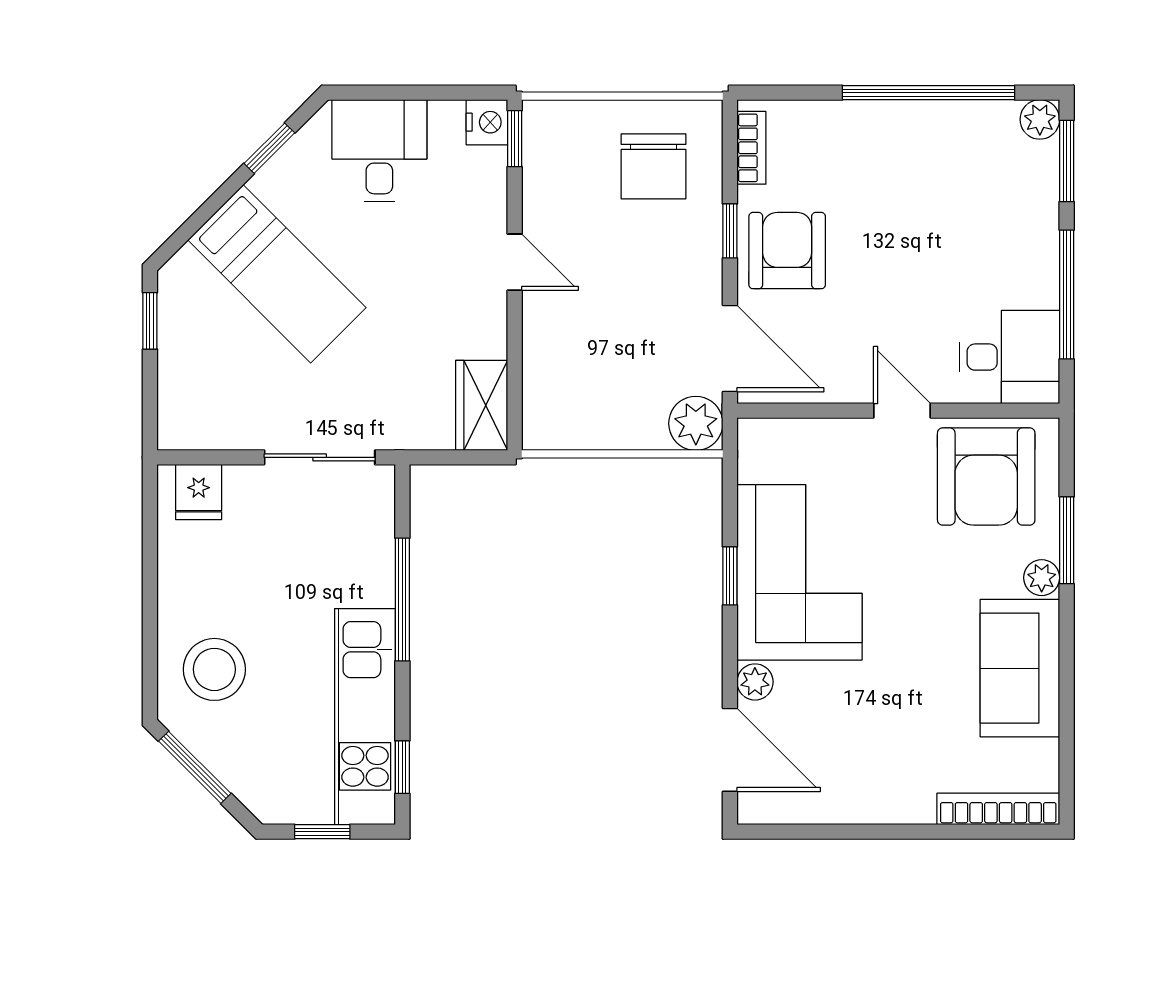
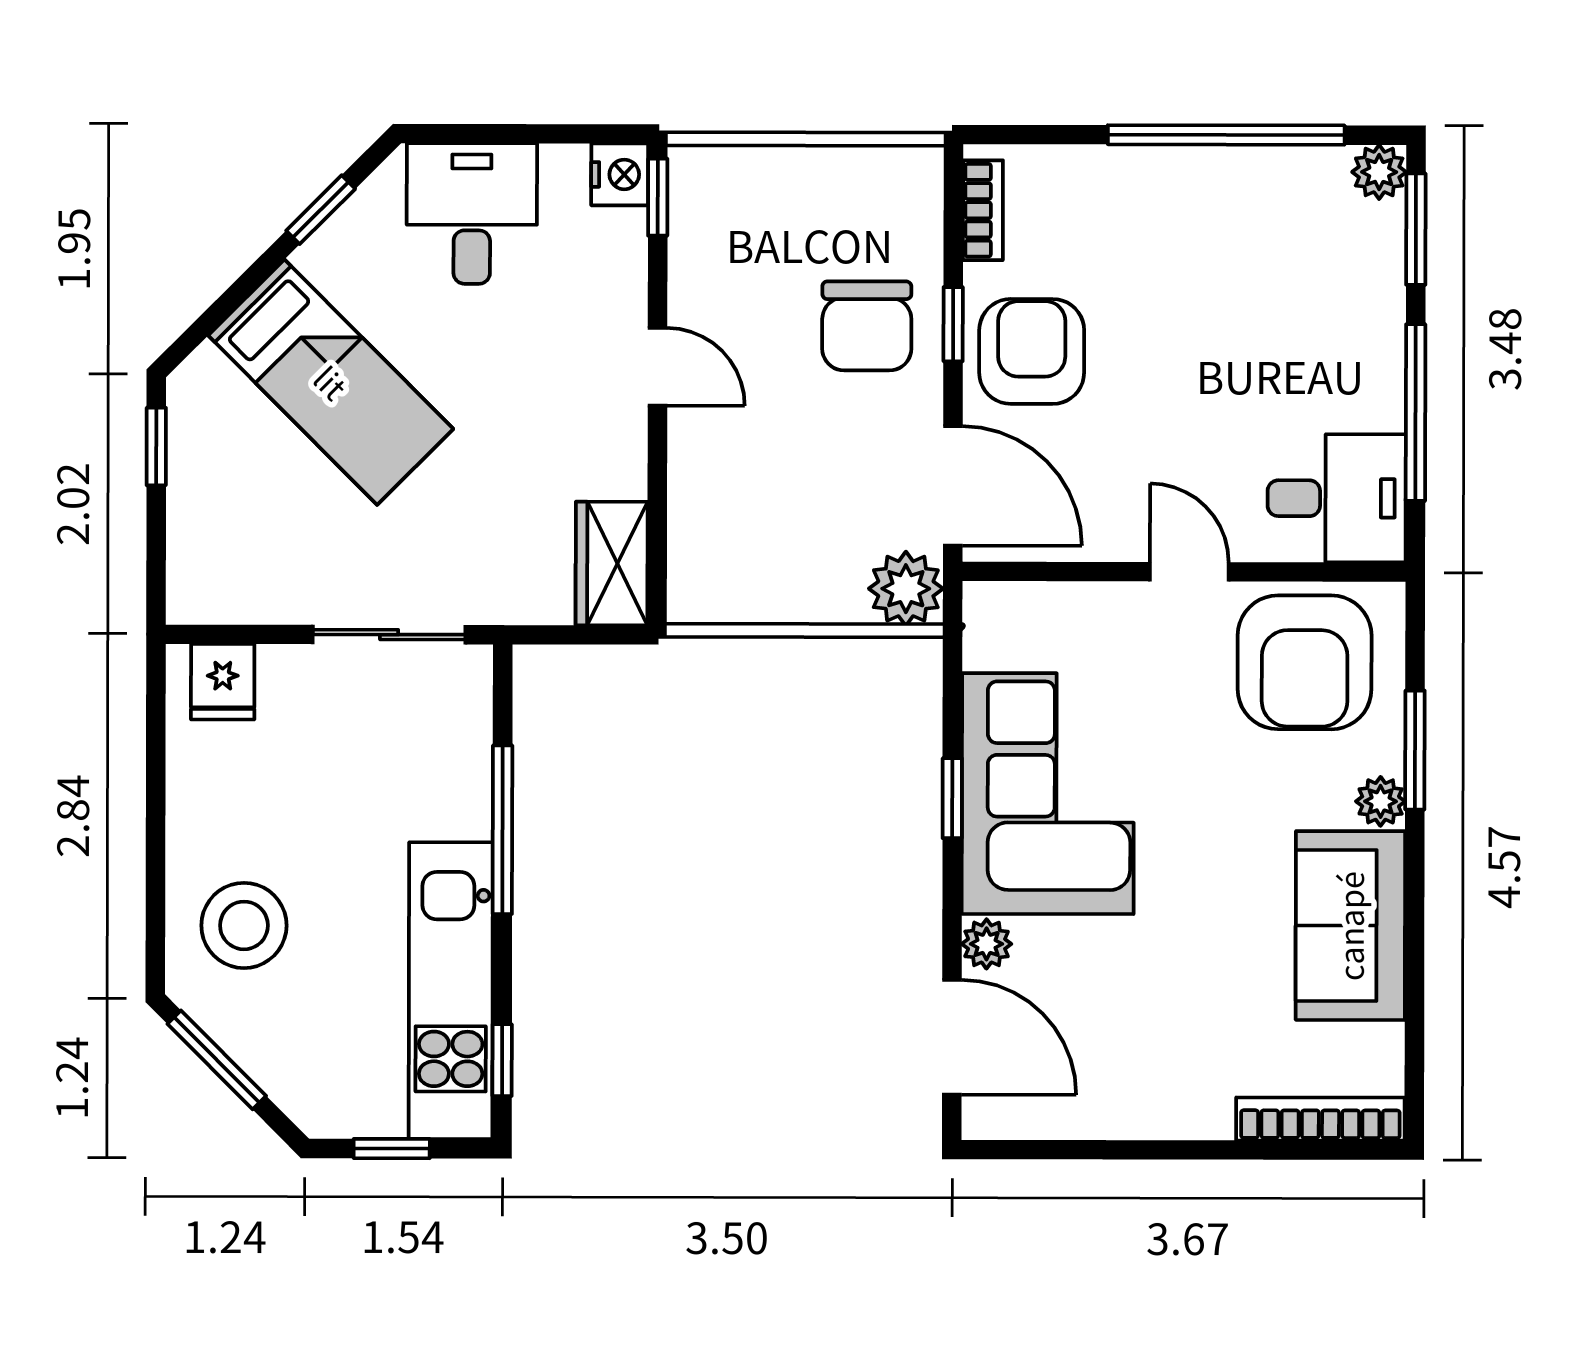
chair: (653, 166) -> (867, 326), moved

